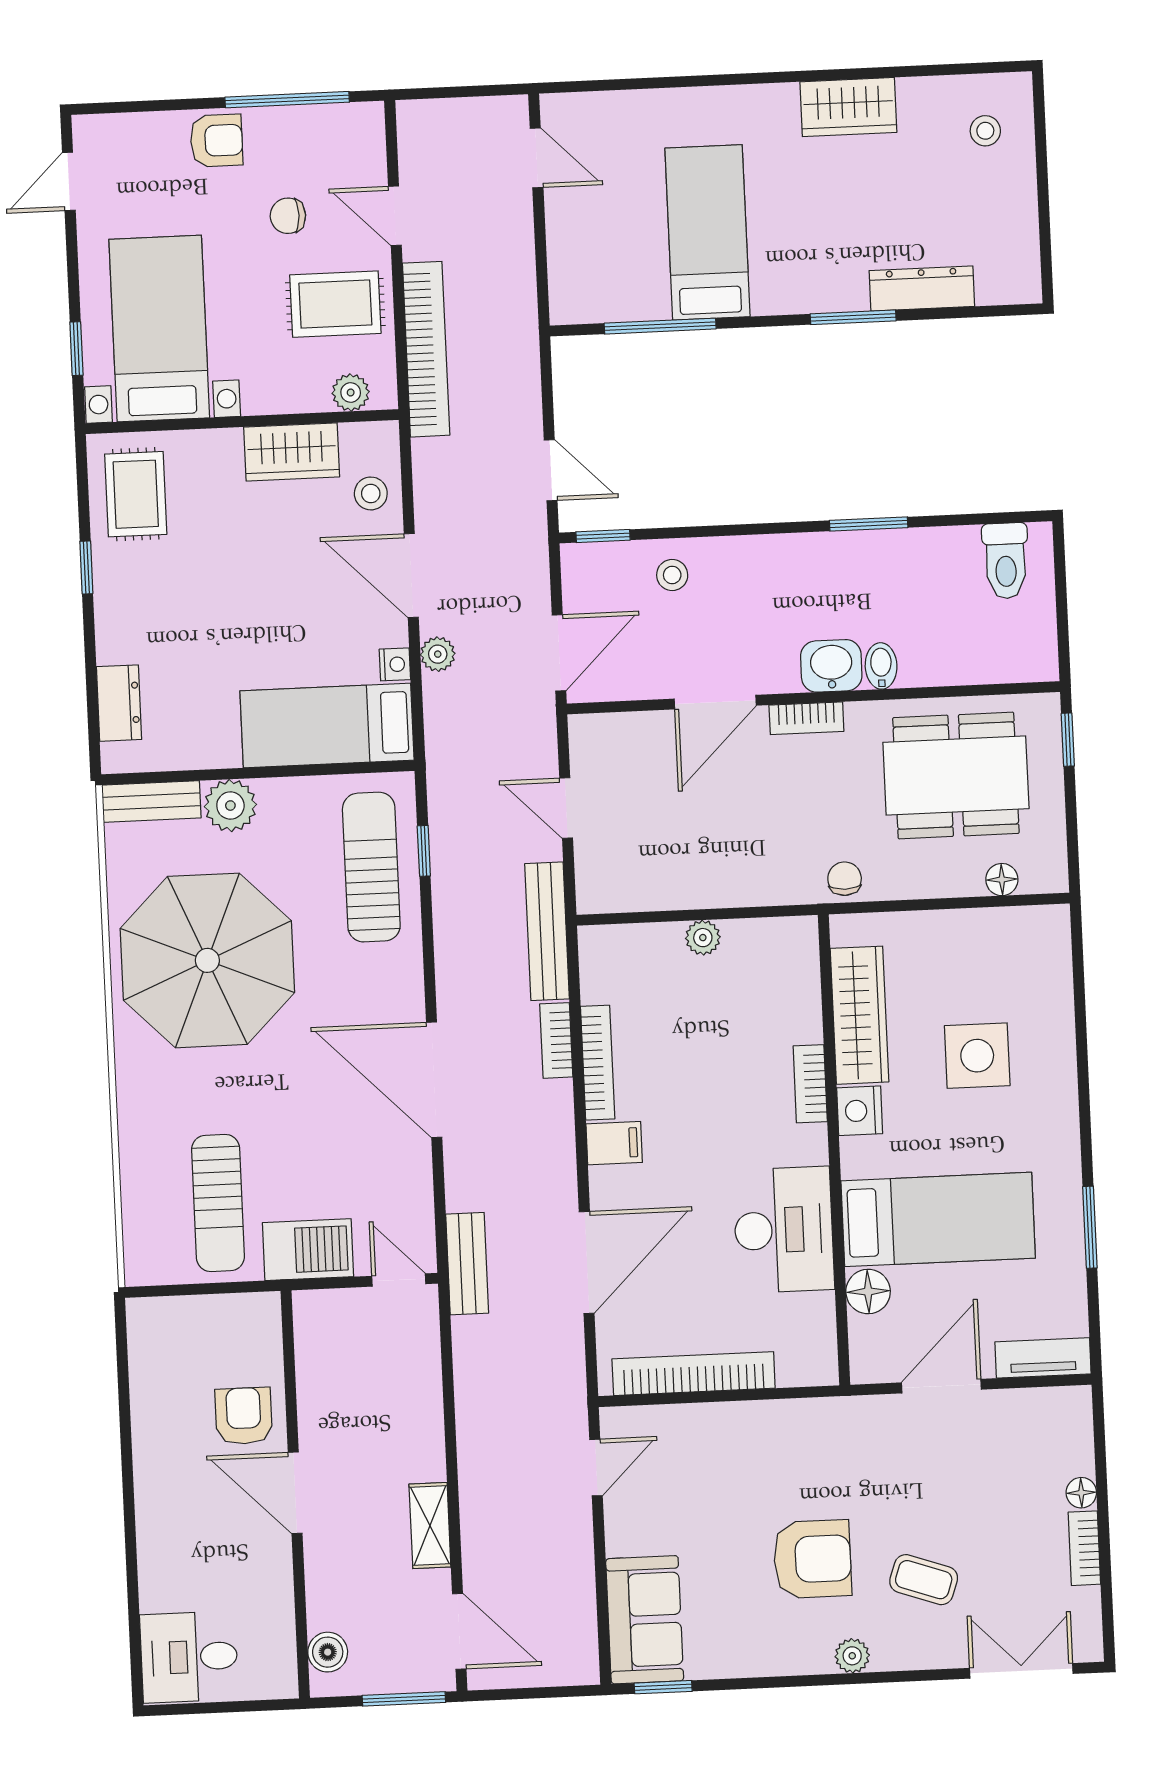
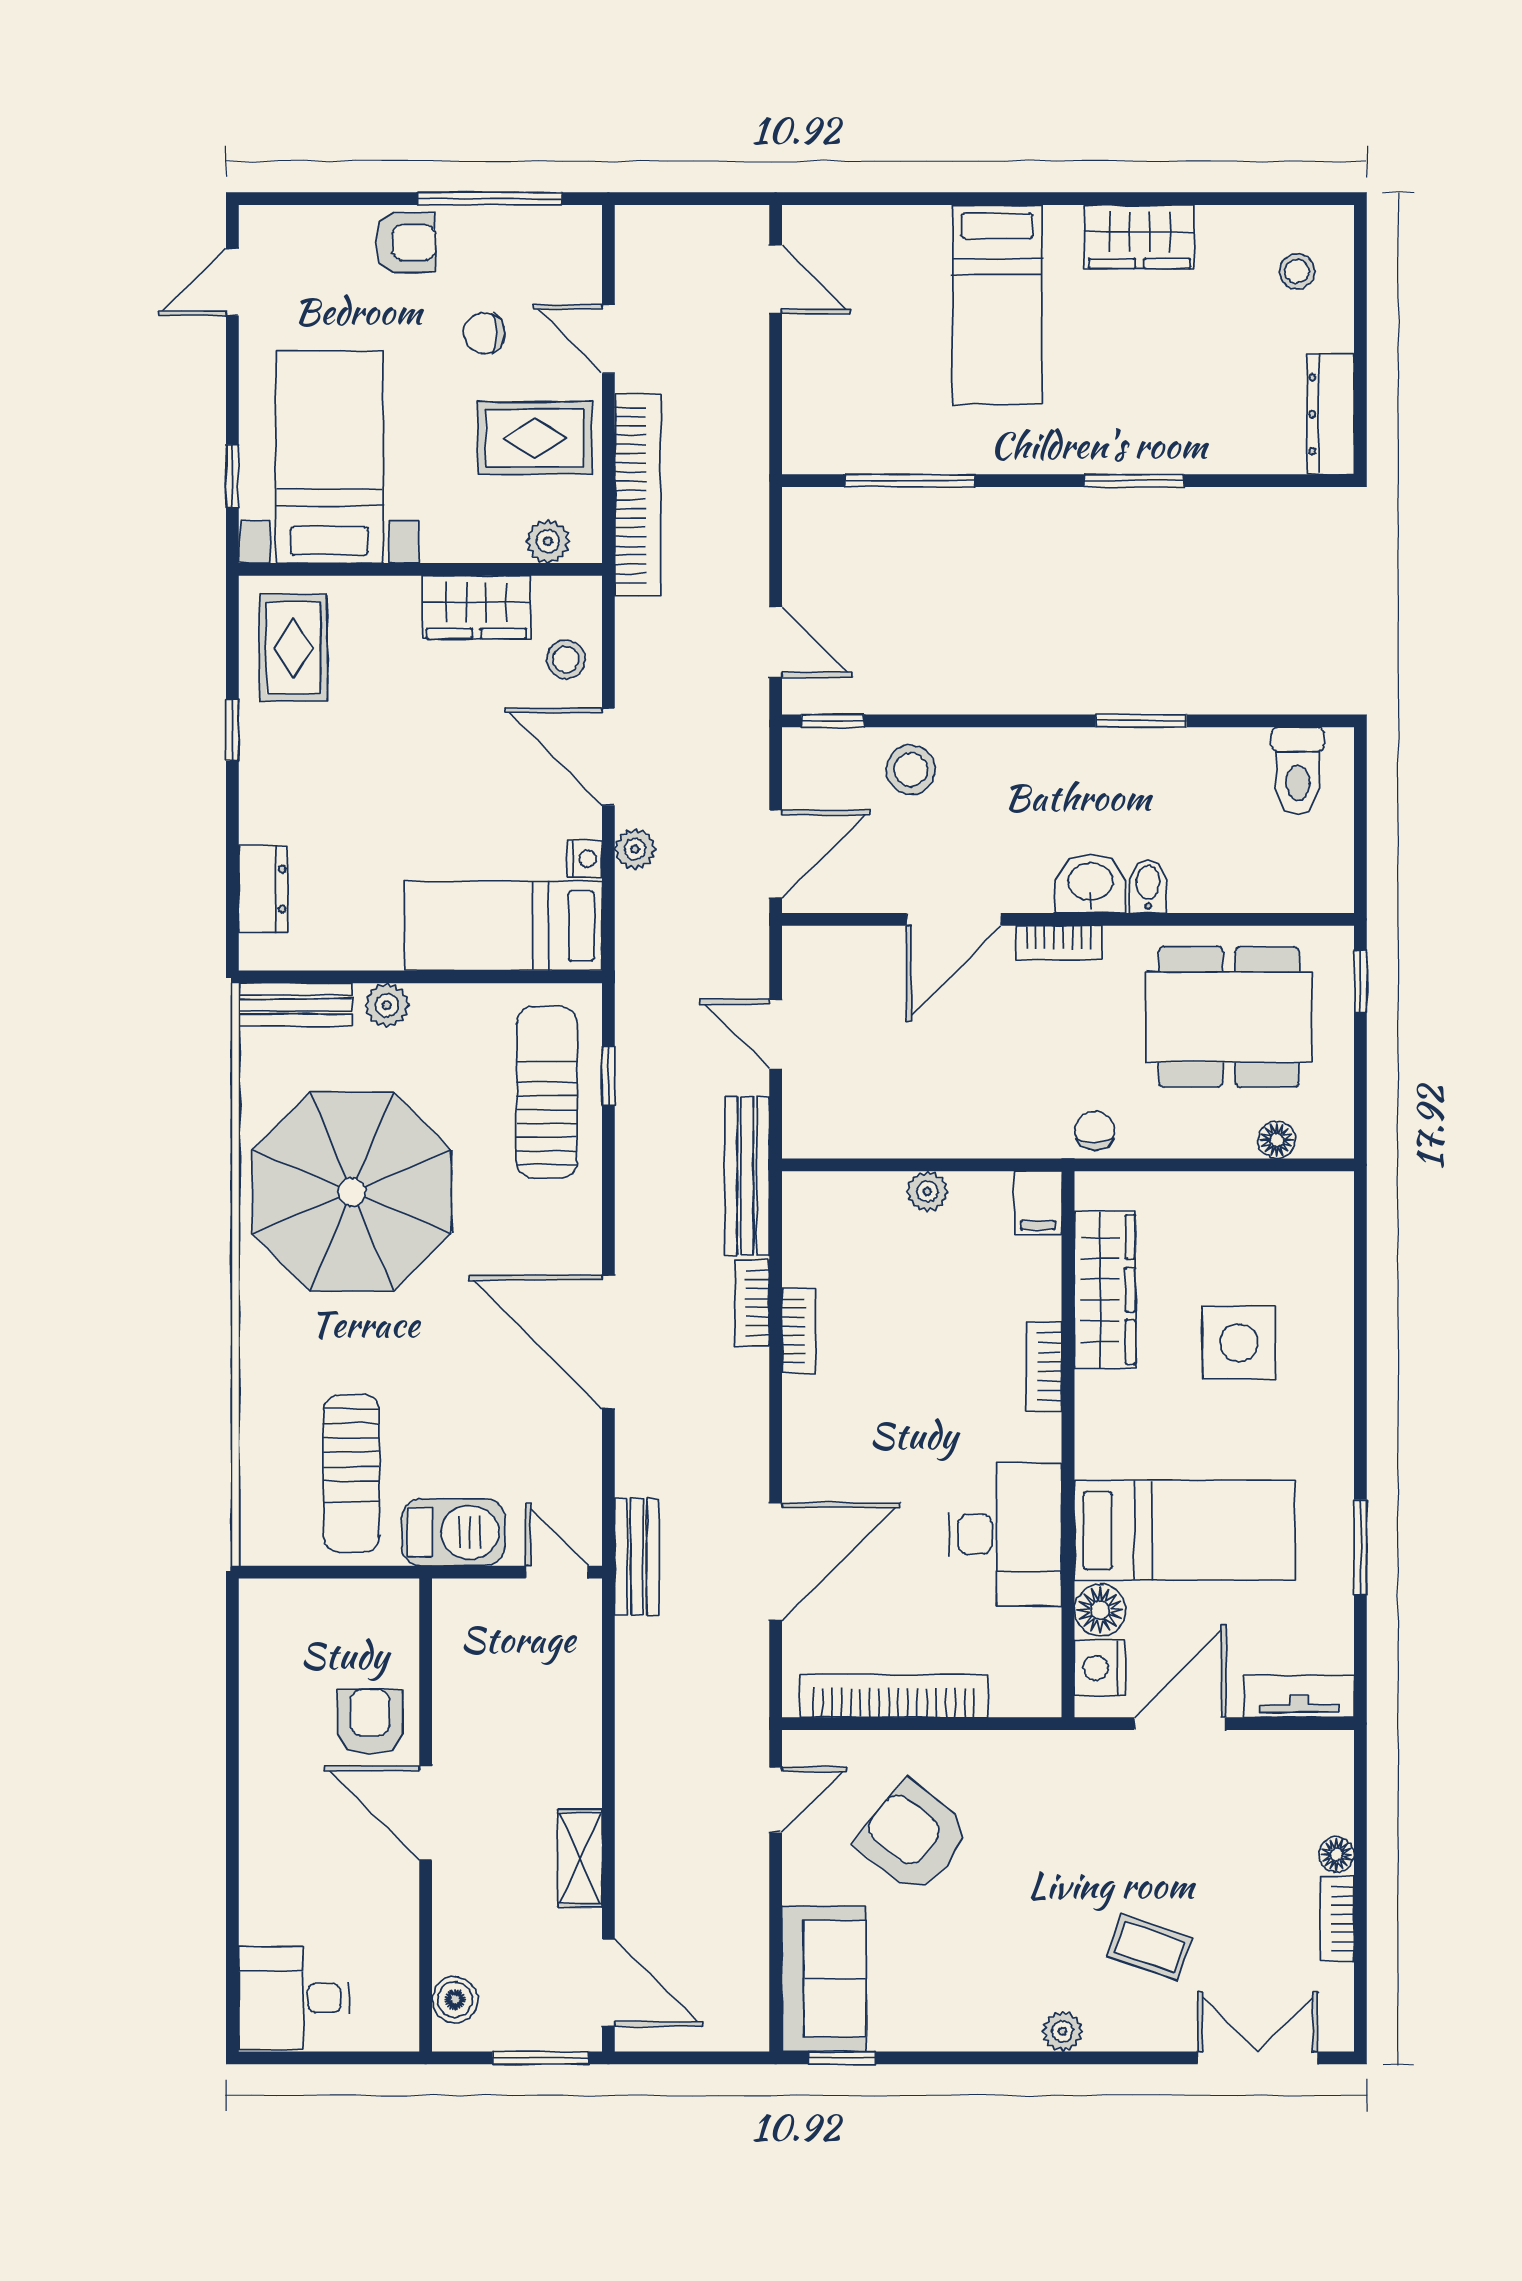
bed: (707, 232) -> (997, 305), moved, turned 180
dresser: (922, 288) -> (1331, 414), moved, turned -90
stool: (672, 575) -> (911, 770), width x1.37, depth x1.37
plant: (230, 806) -> (387, 1005), width x0.73, depth x0.73
bookcase: (598, 1063) -> (799, 1331), width x0.64
nightstand: (860, 1111) -> (1100, 1668), moved
filing cabinet: (614, 1143) -> (1038, 1203), moved, turned 90
armchair: (812, 1559) -> (913, 1837), moved, turned -141

